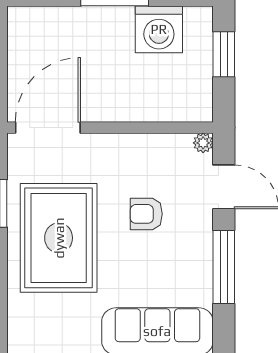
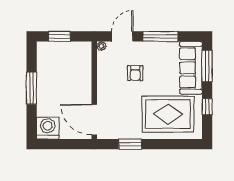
washing machine: (159, 29) -> (48, 128), moved, turned -90
rug: (59, 238) -> (168, 114), moved

